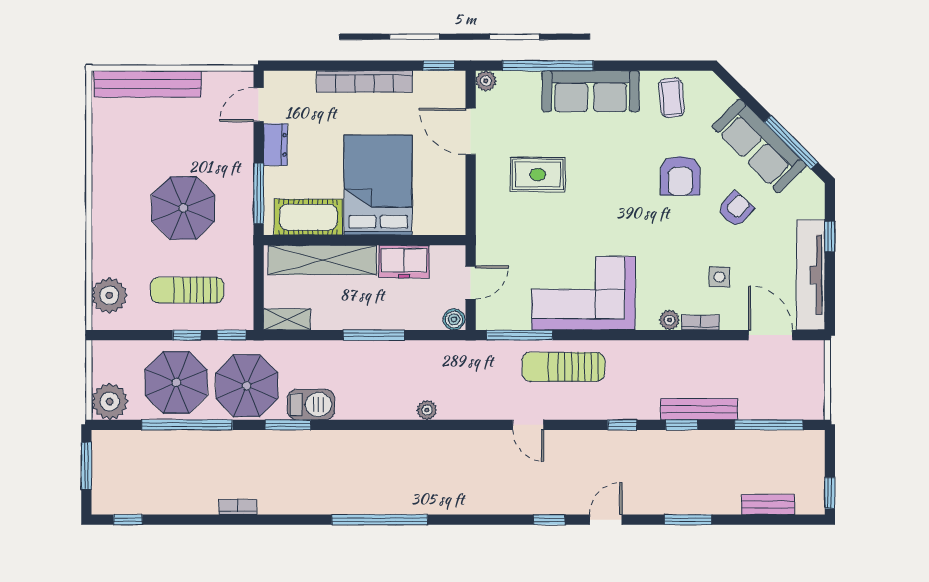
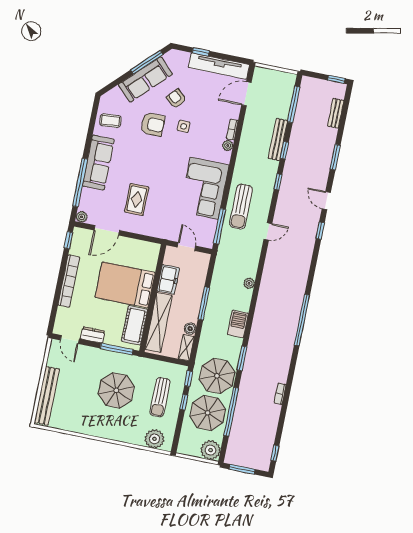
side table: (719, 277) -> (184, 126), moved
boiler: (454, 319) -> (190, 329), moved
barbecue: (311, 405) -> (238, 324), moved

